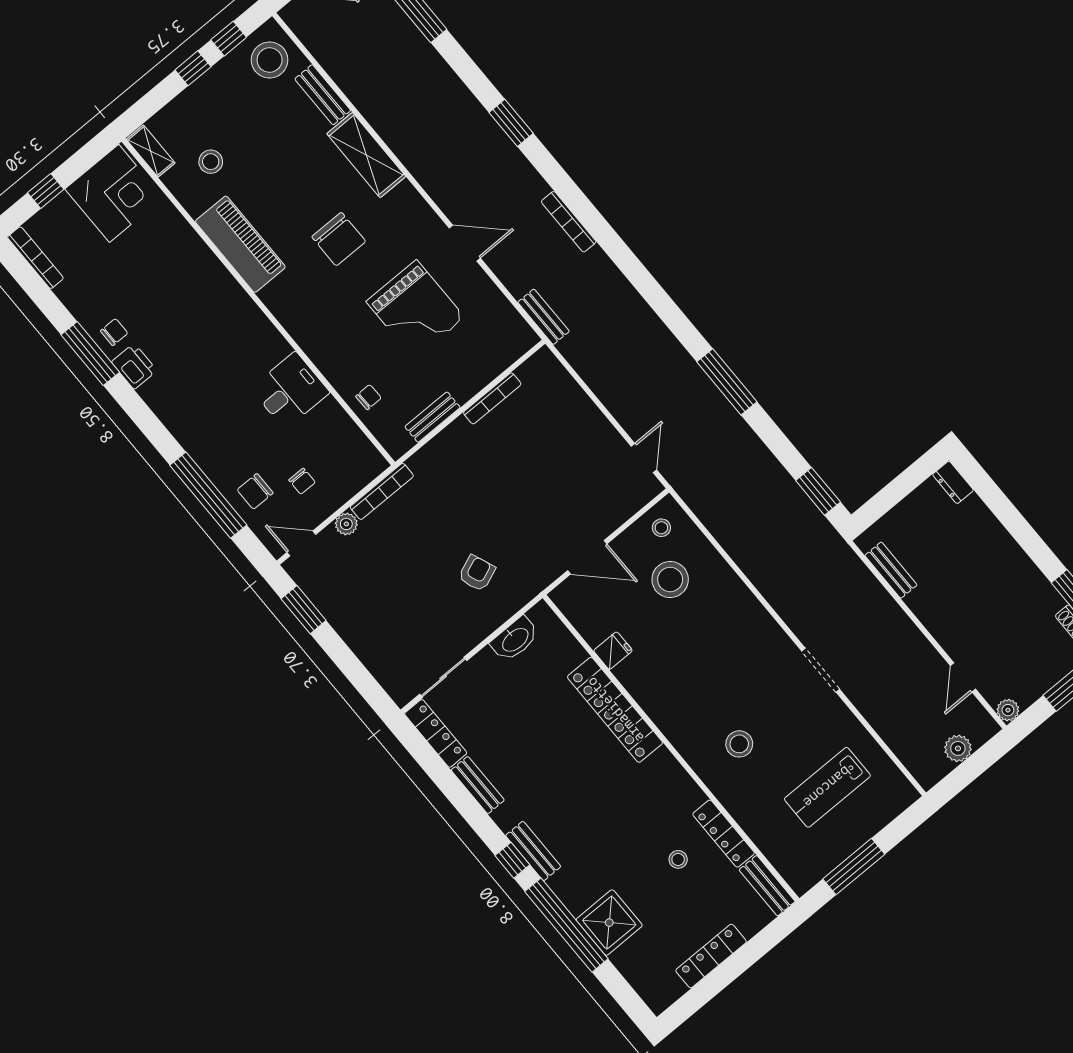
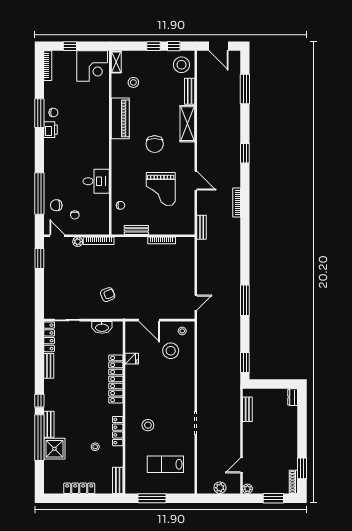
locker: (724, 834) -> (118, 431), moved
bench: (533, 851) -> (49, 424), moved

